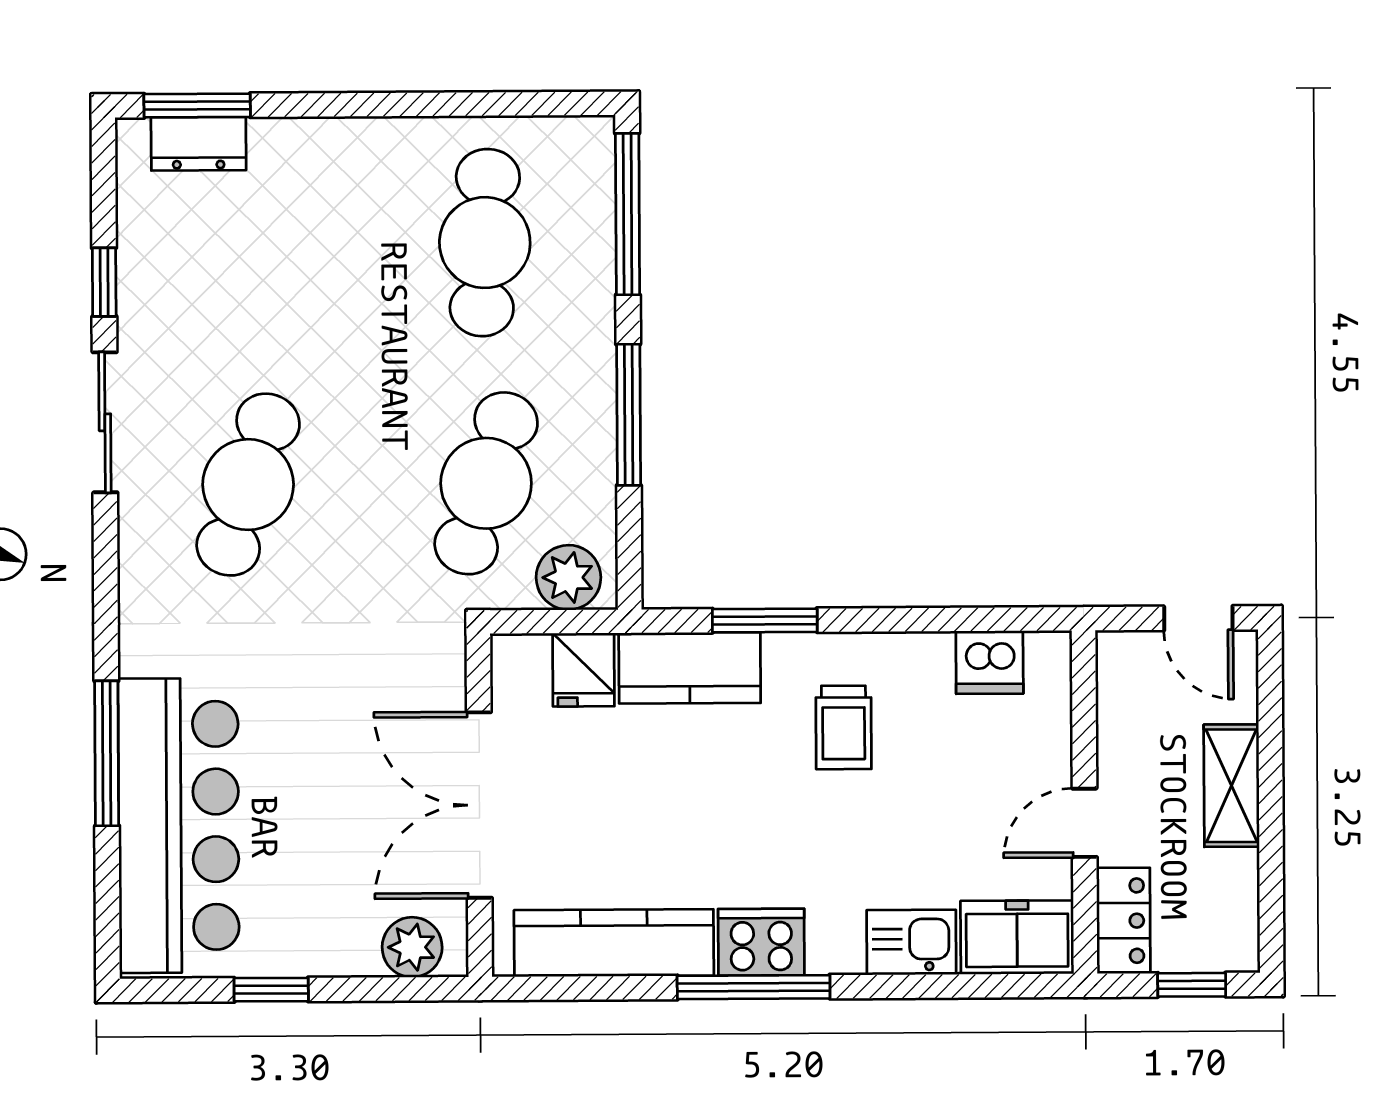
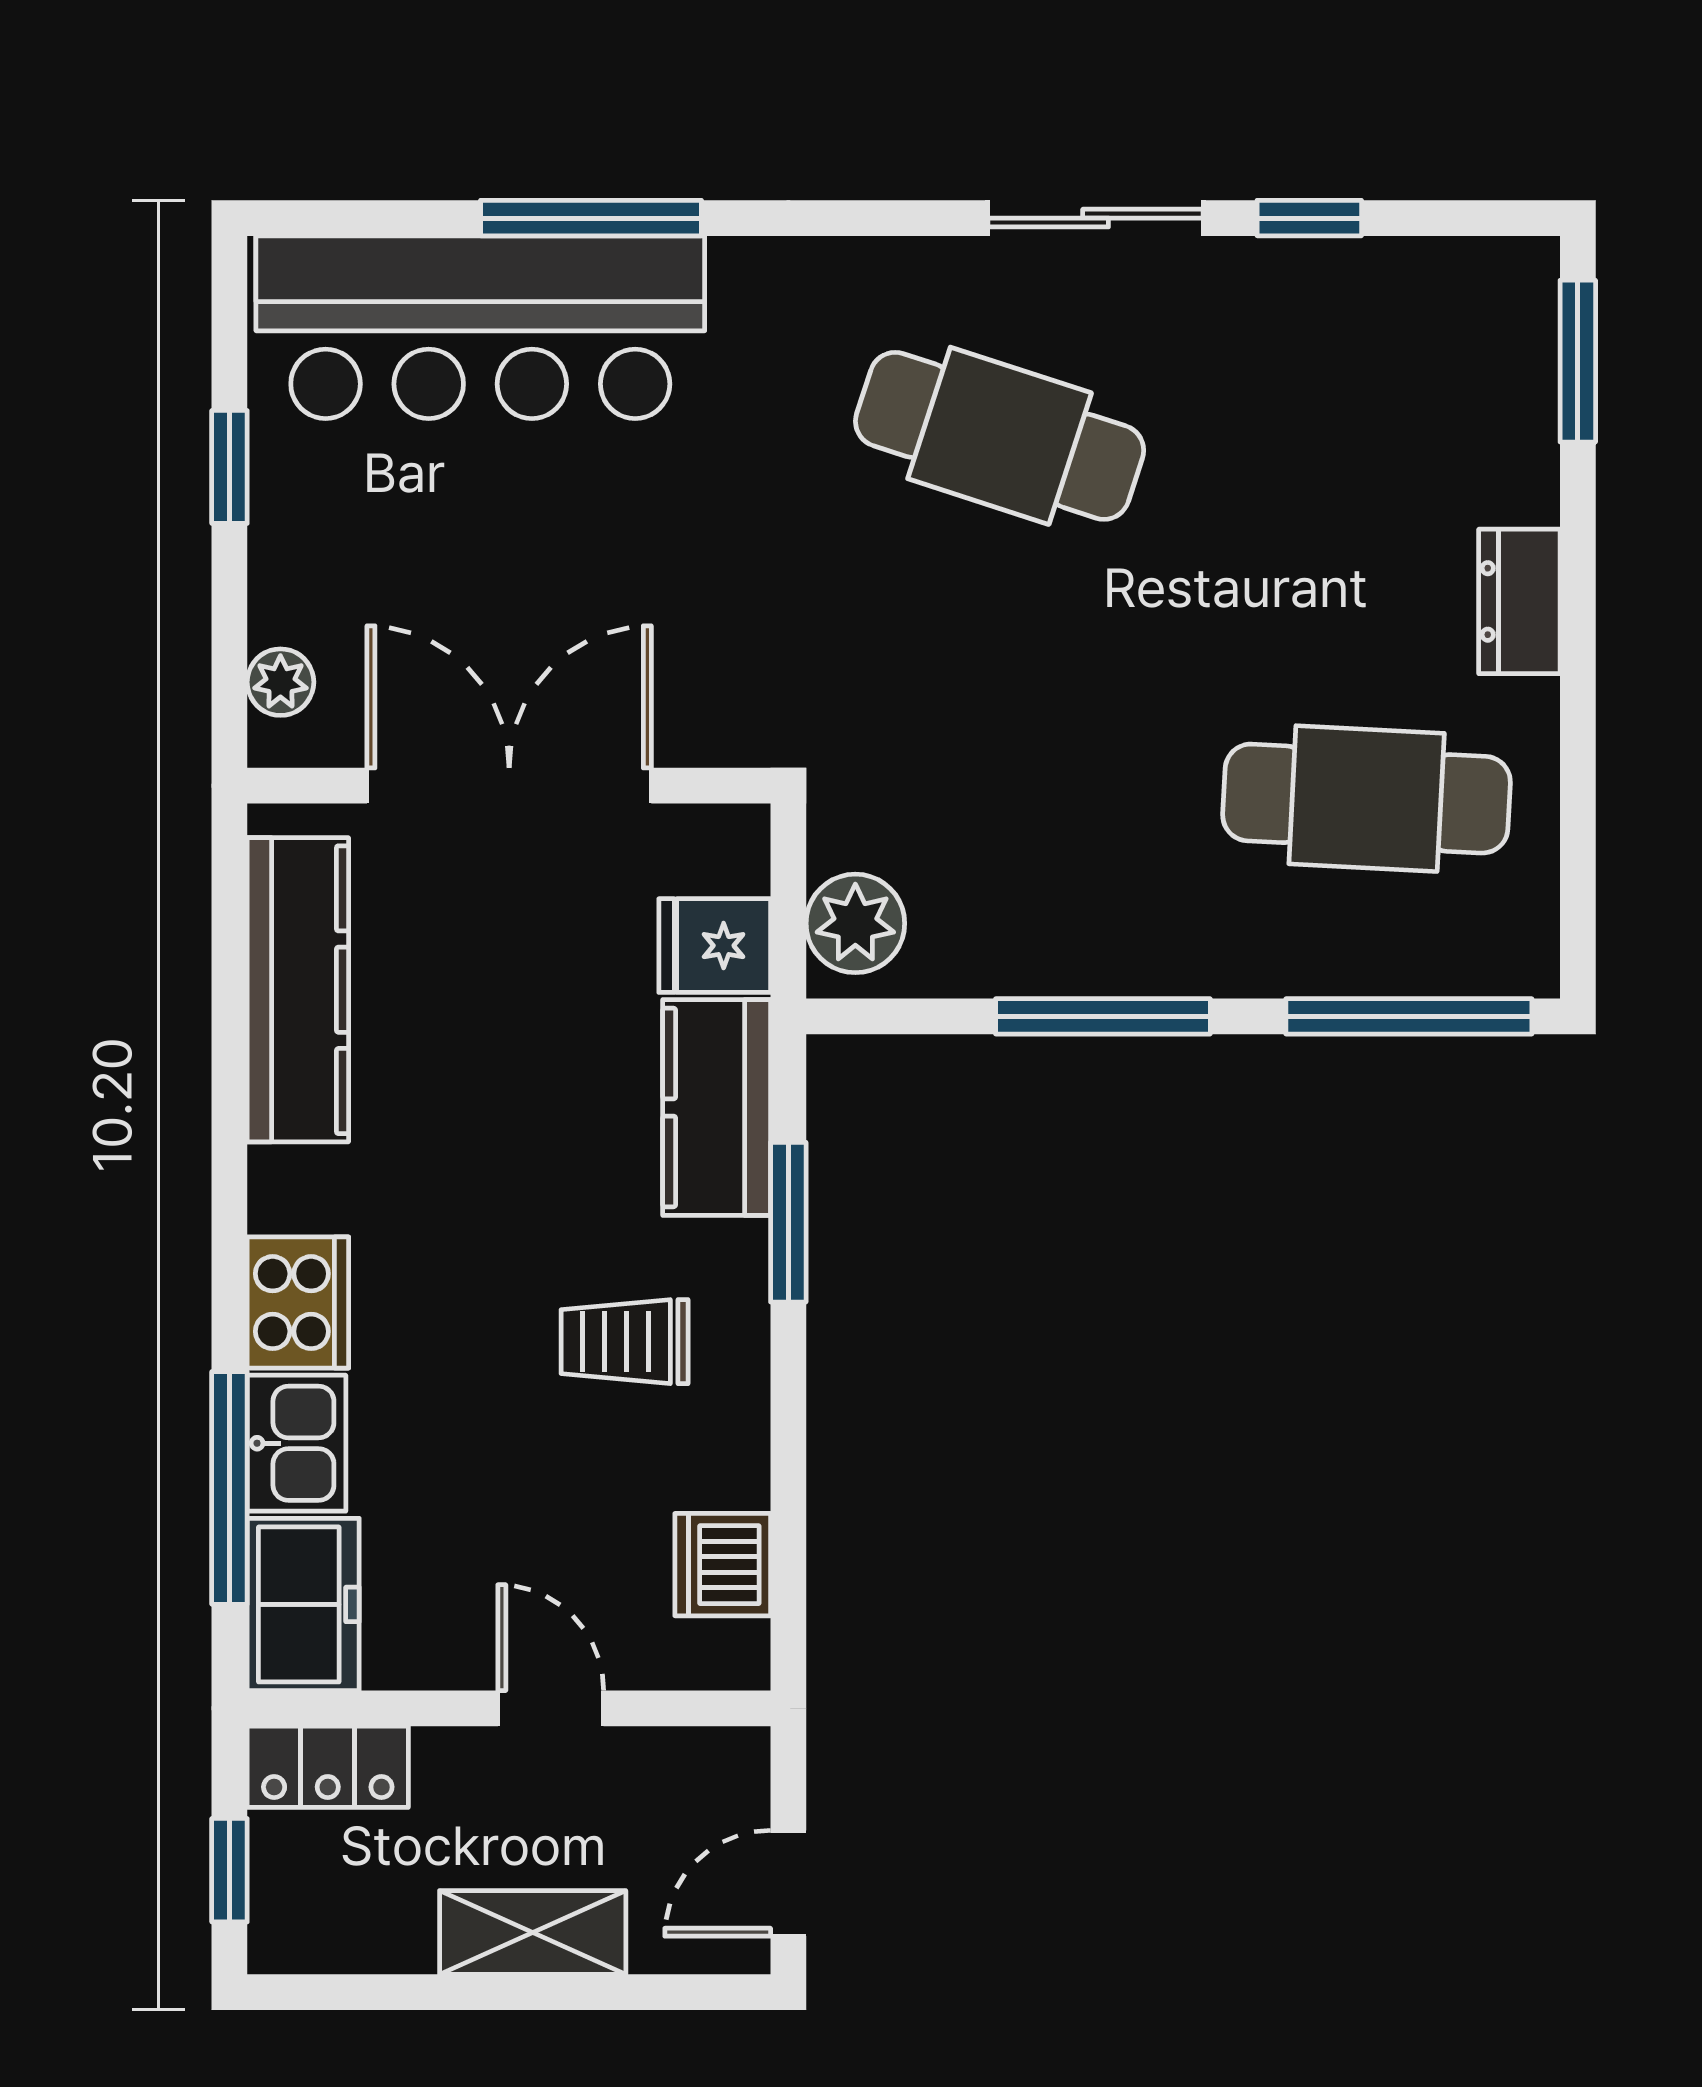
dresser: (199, 144) -> (1519, 601), moved
cafe table: (486, 483) -> (1000, 799), removed
door: (1085, 823) -> (551, 1708), moved
cooker: (761, 942) -> (298, 1303), moved
plant: (412, 947) -> (280, 682), width x0.73, depth x0.73
window: (754, 987) -> (229, 1488), moved

